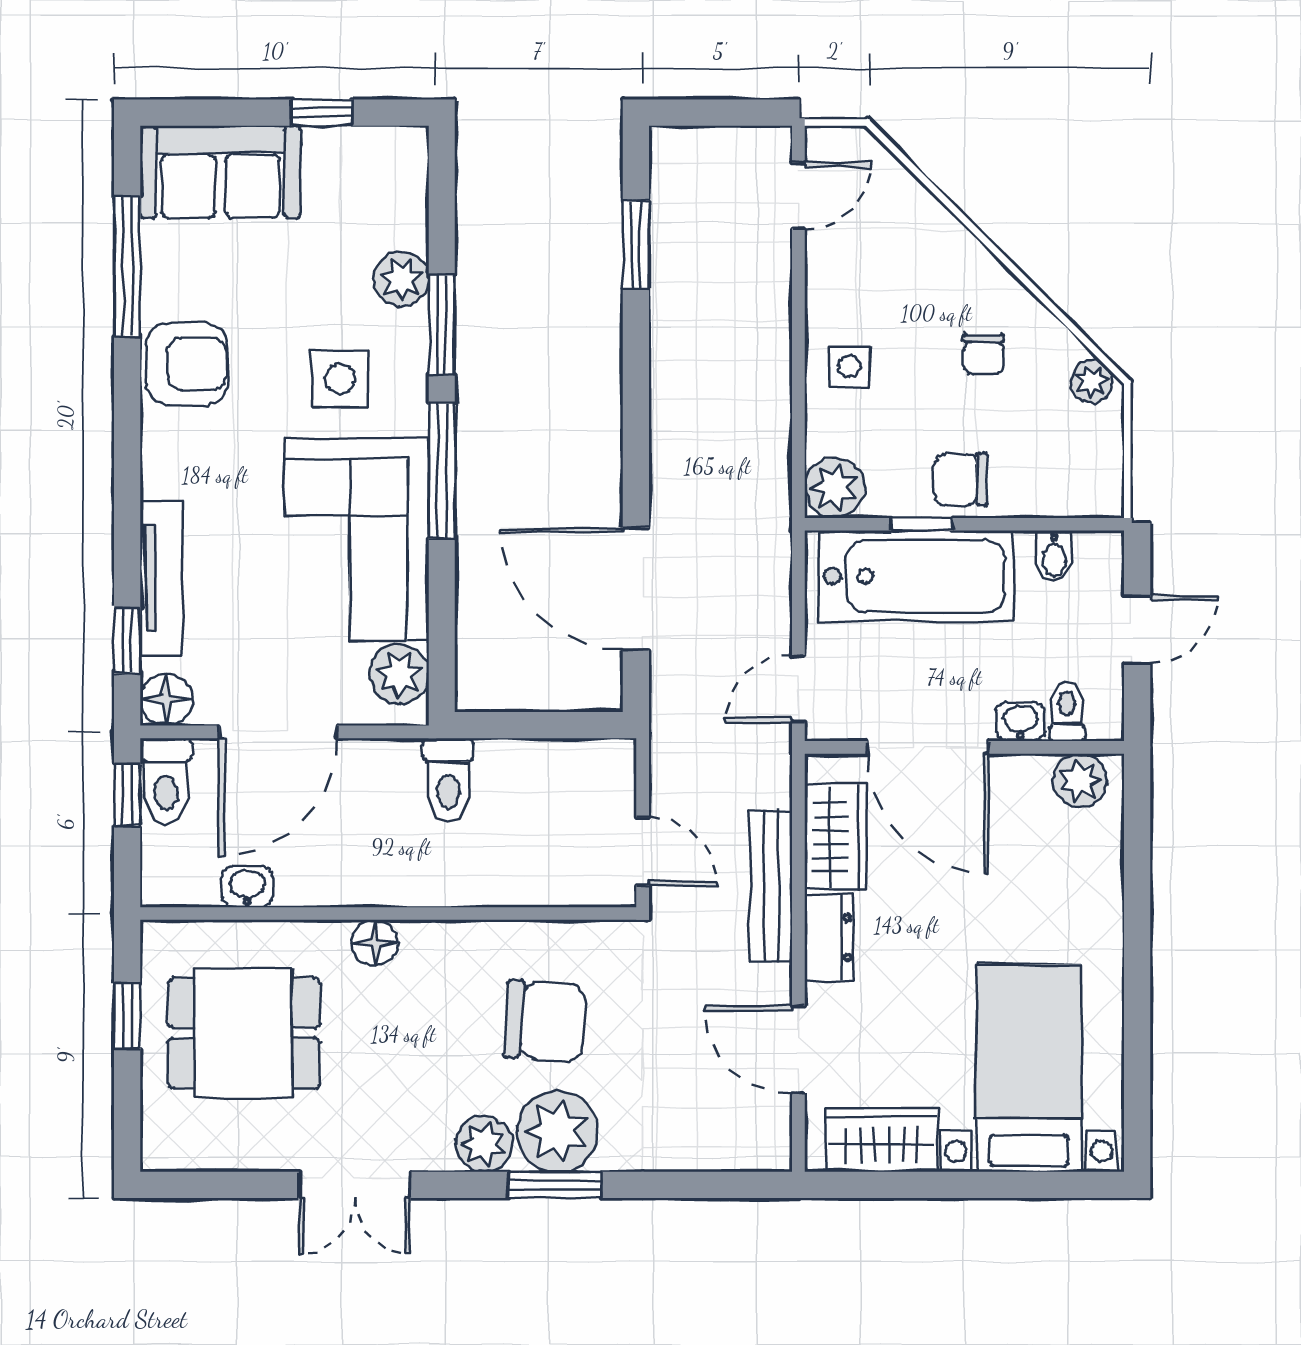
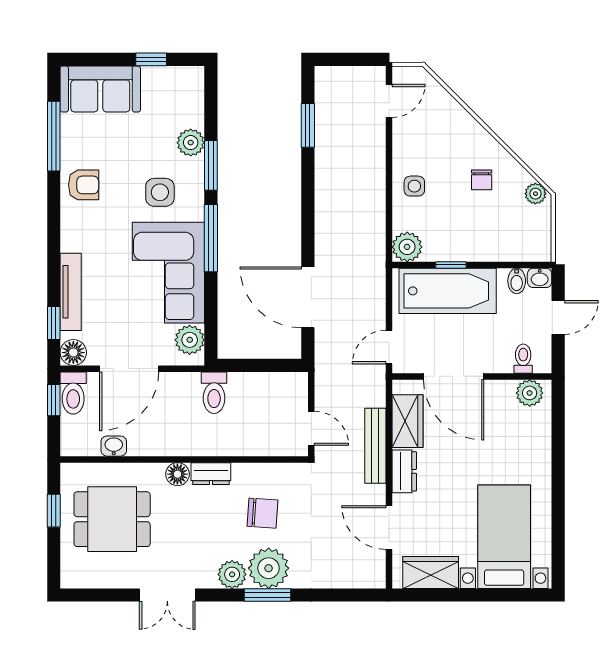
armchair: (187, 364) -> (84, 185), width x0.72, depth x0.72
chair: (961, 479) -> (470, 243), removed
washbasin: (1021, 722) -> (540, 278), moved, turned 180
dresser: (442, 942) -> (211, 474), added
chair: (545, 1021) -> (263, 513), width x0.73, depth x0.73

